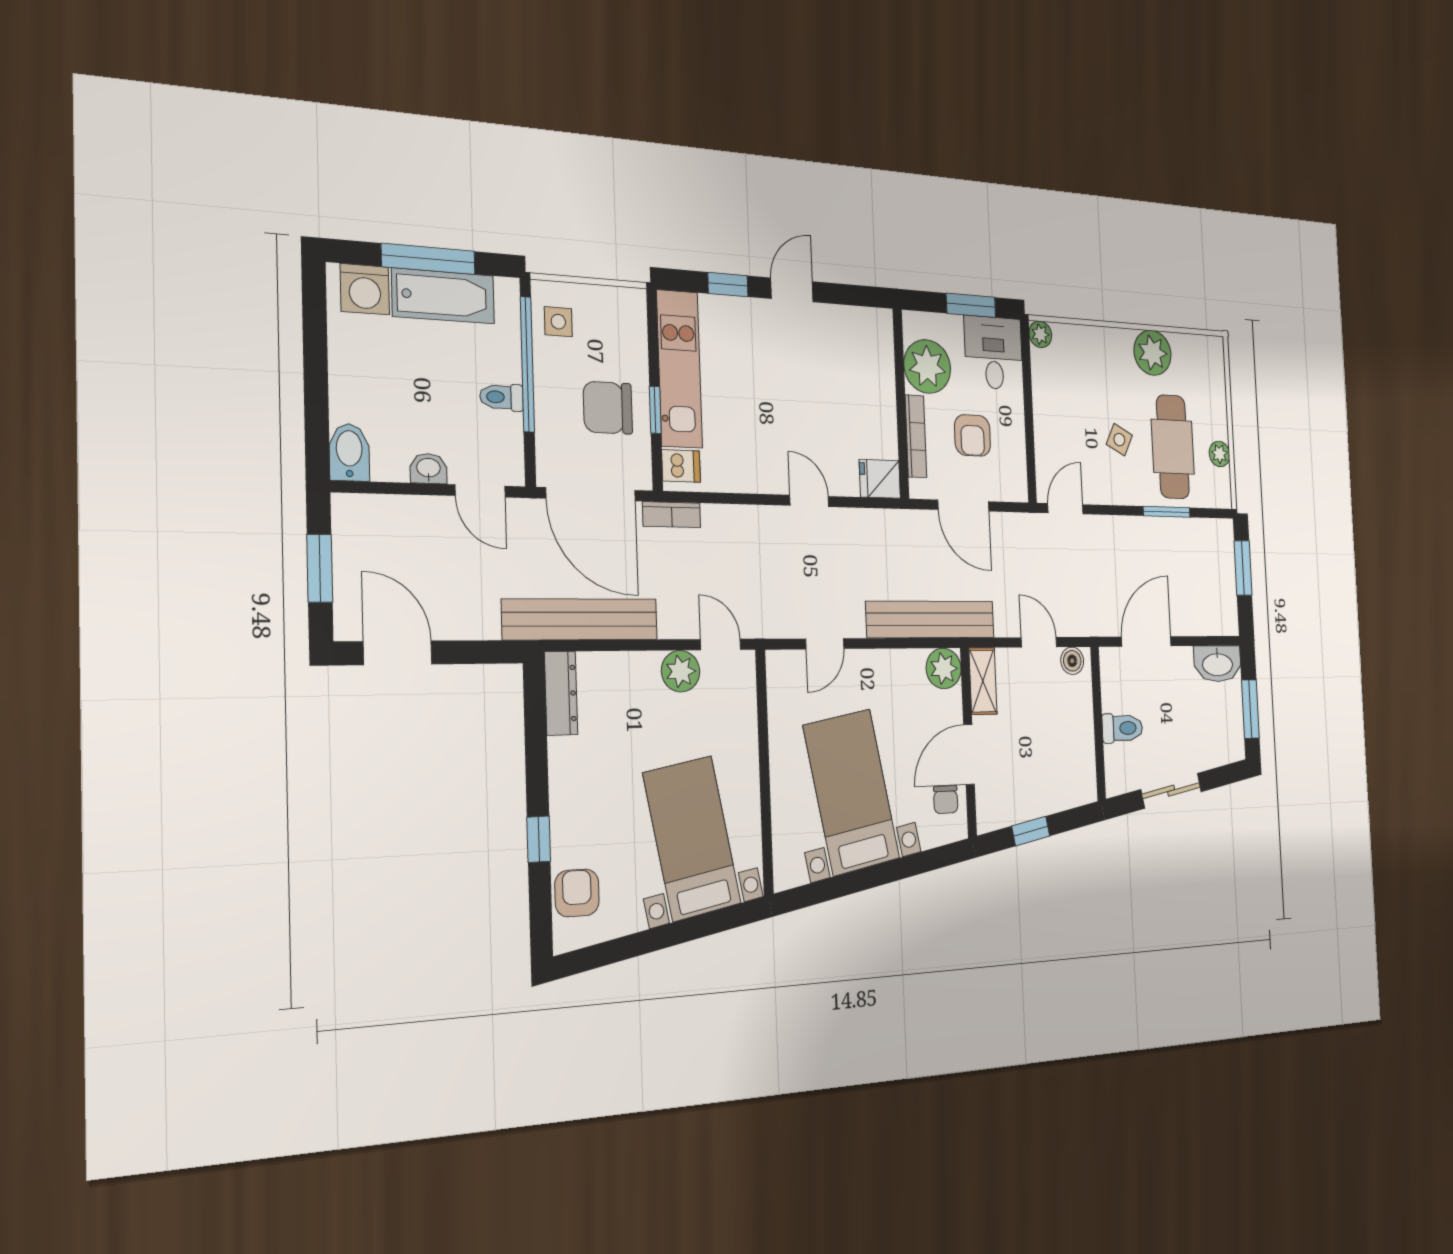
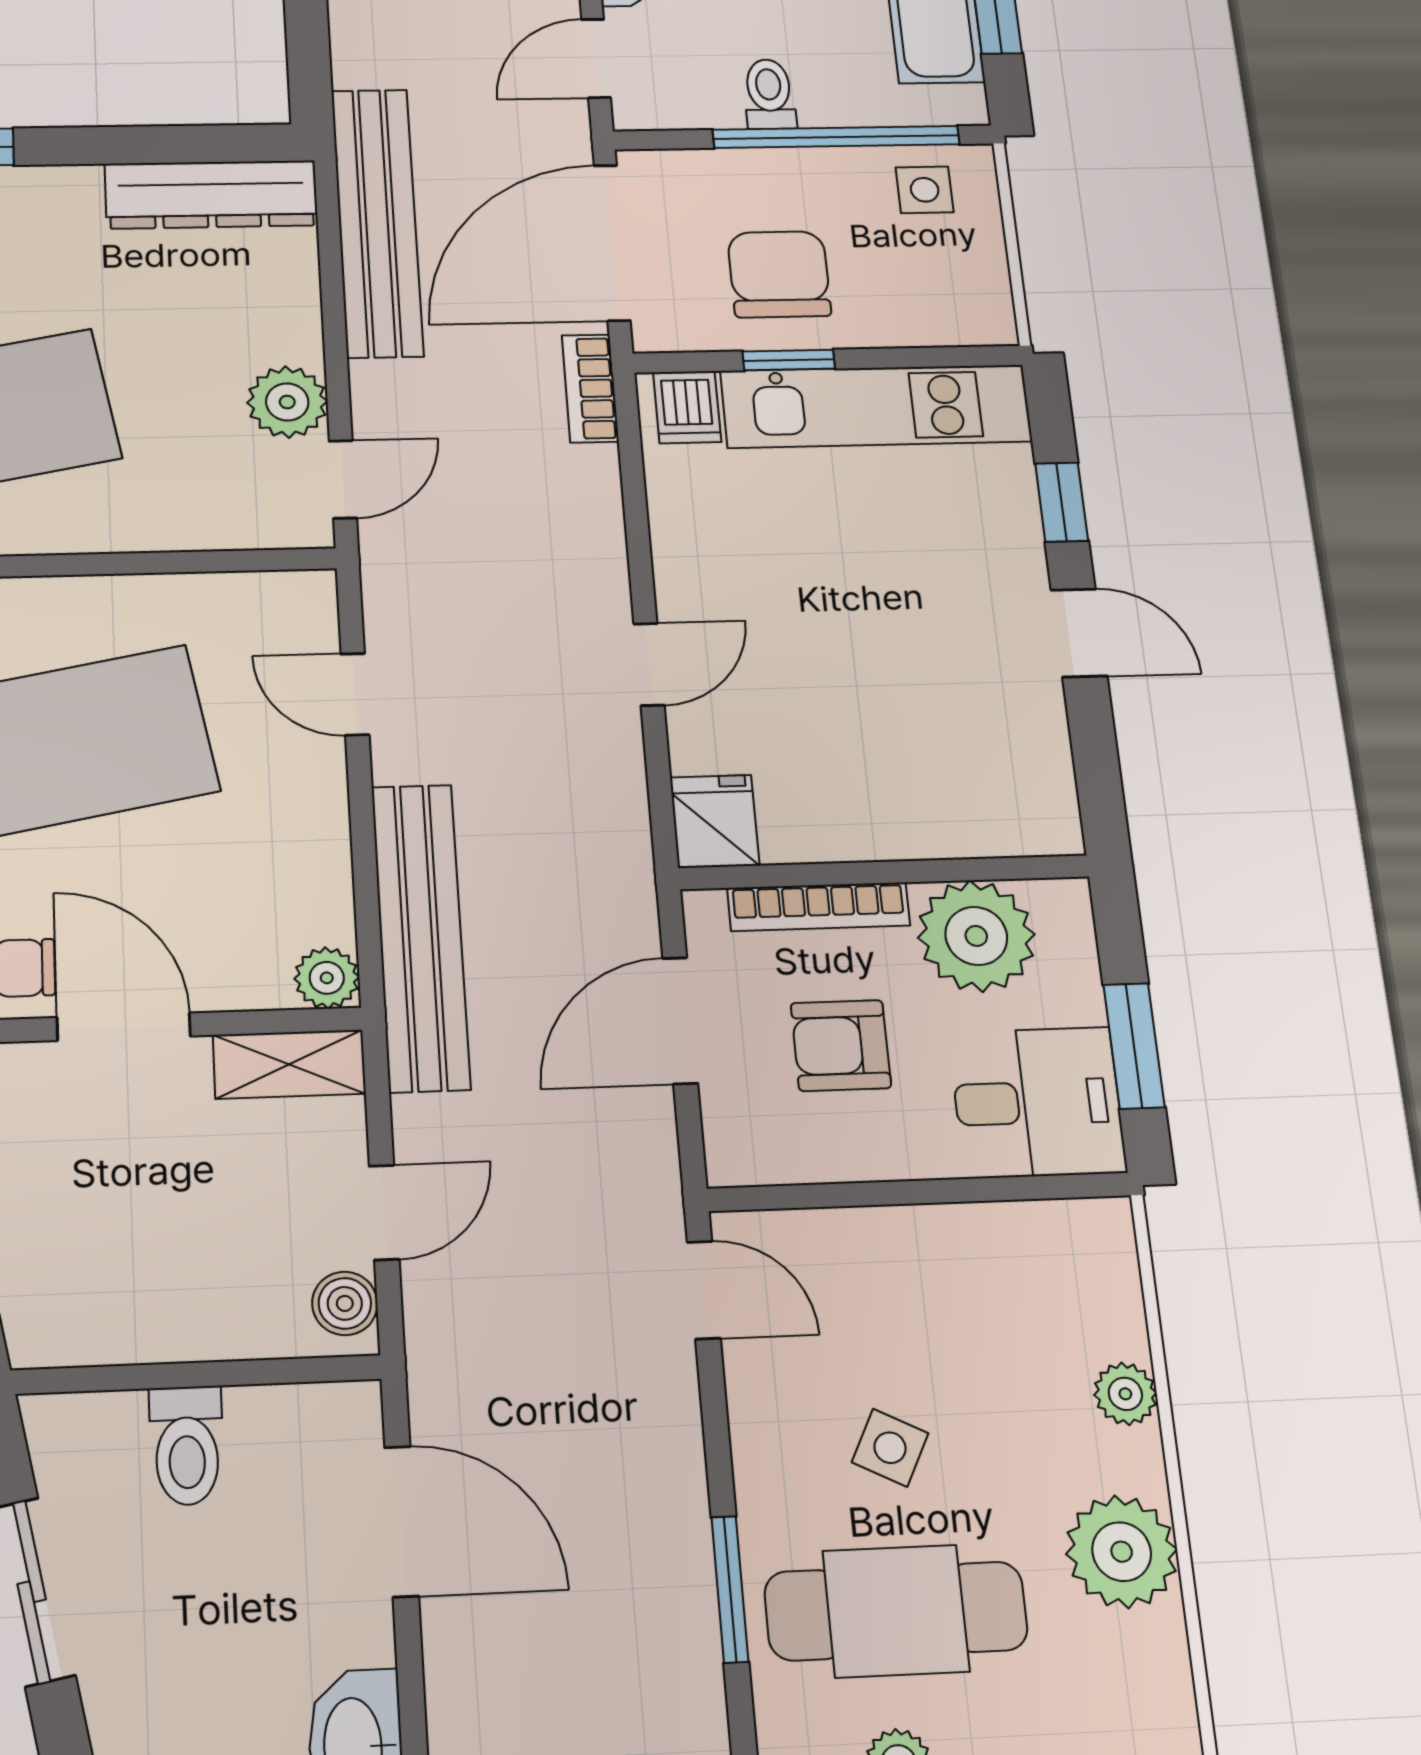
plant: (1040, 334) -> (1125, 1394), moved
plant: (944, 668) -> (327, 978), width x0.73, depth x0.73
dresser: (561, 693) -> (211, 195), width x1.37, depth x1.24

